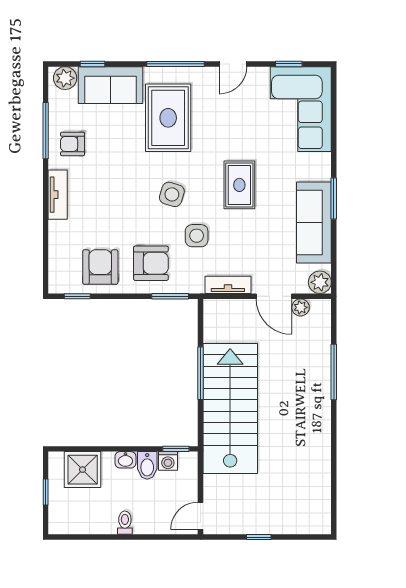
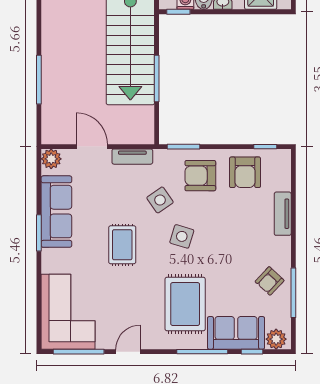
window: (175, 64) -> (202, 352), moved
window: (289, 64) -> (79, 352), width x2.17
armchair: (73, 144) -> (270, 281), turned 133
tv unit: (58, 195) -> (283, 214), moved
side table: (197, 236) -> (160, 200), turned -35
plant: (301, 307) -> (68, 137), removed

